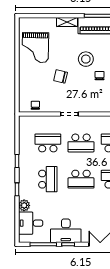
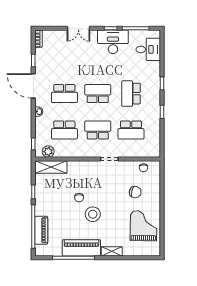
chair: (61, 76) -> (135, 192), moved
plant: (24, 205) -> (155, 67), removed

